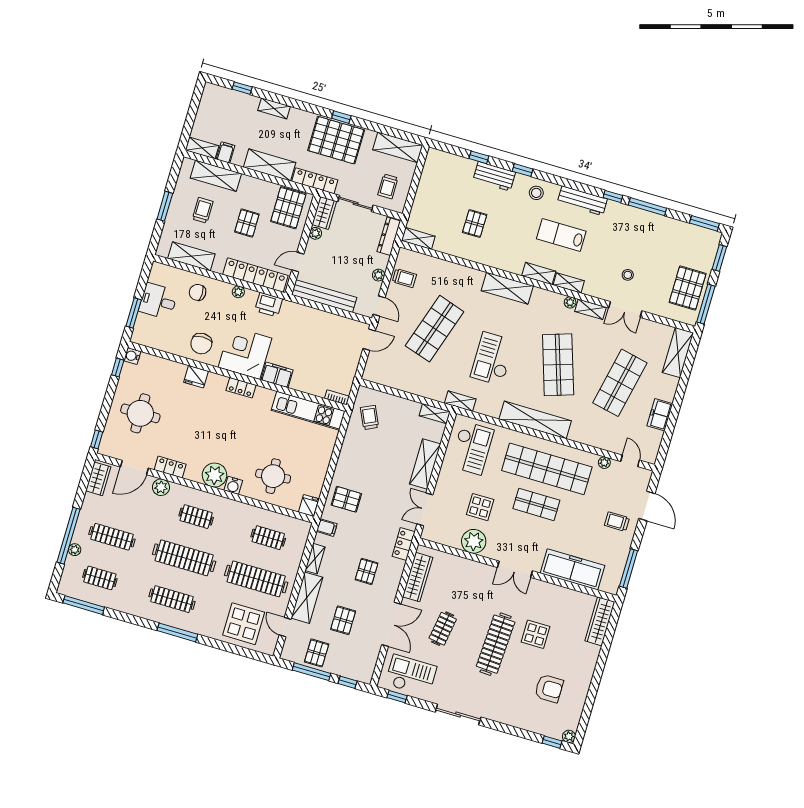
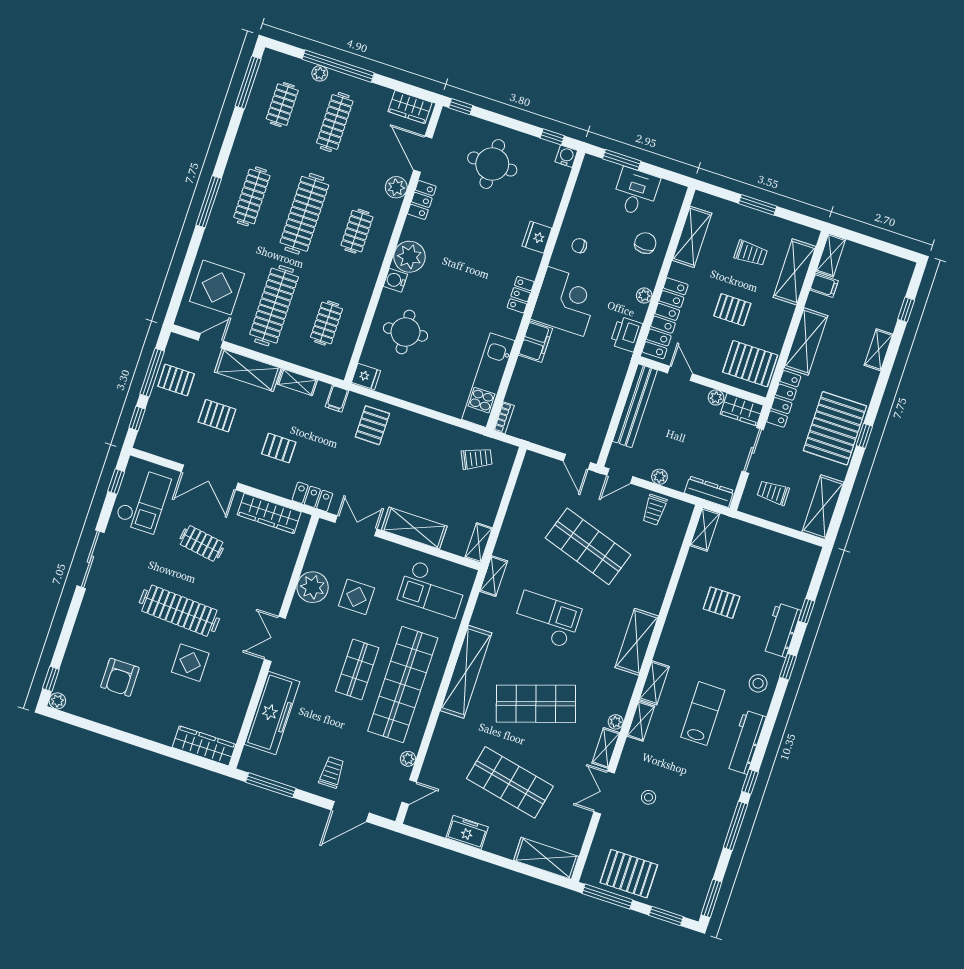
chair: (201, 344) -> (579, 246), width x0.54, depth x0.54

